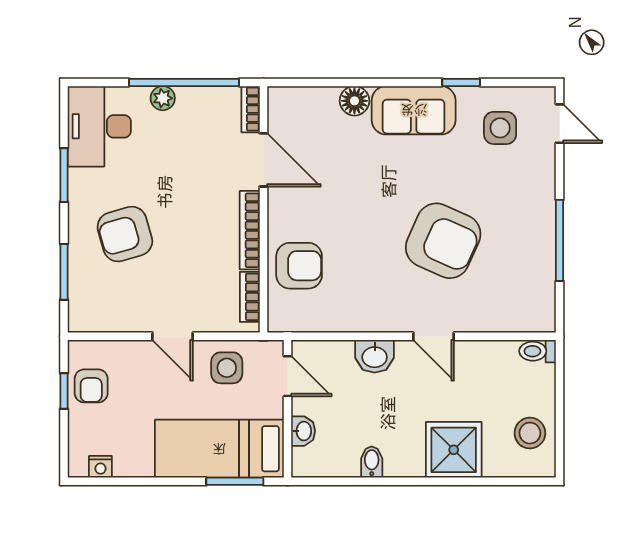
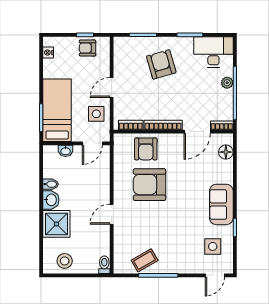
floor lamp: (354, 101) -> (226, 152), moved
armchair: (443, 241) -> (149, 185), moved, turned 66
coffee table: (529, 268) -> (145, 260), added
washbasin: (375, 356) -> (51, 200), moved, turned 180

